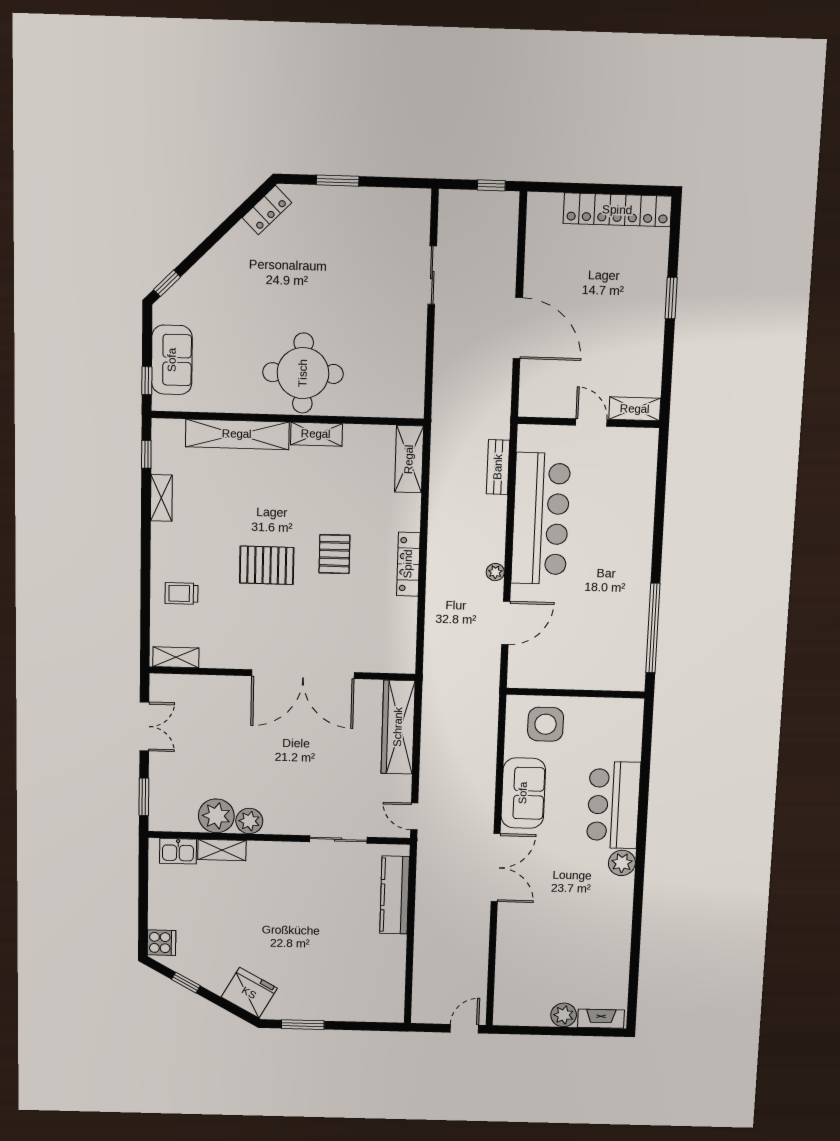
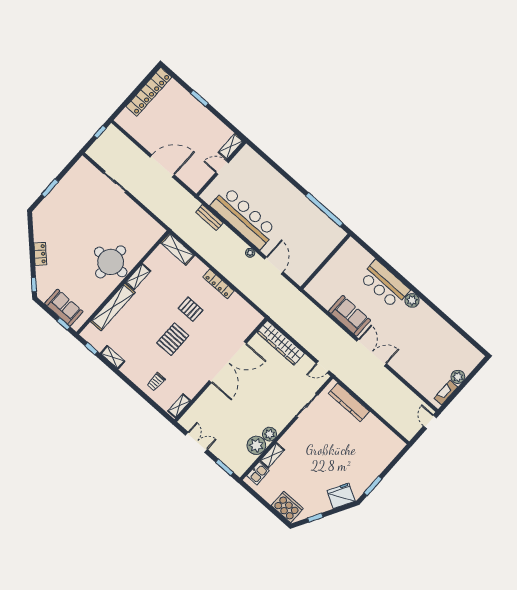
locker: (267, 210) -> (40, 254), moved
side table: (546, 724) -> (328, 284), removed
cooker: (161, 943) -> (287, 507), width x1.87, depth x1.31
fireplace: (601, 1019) -> (446, 393), moved

